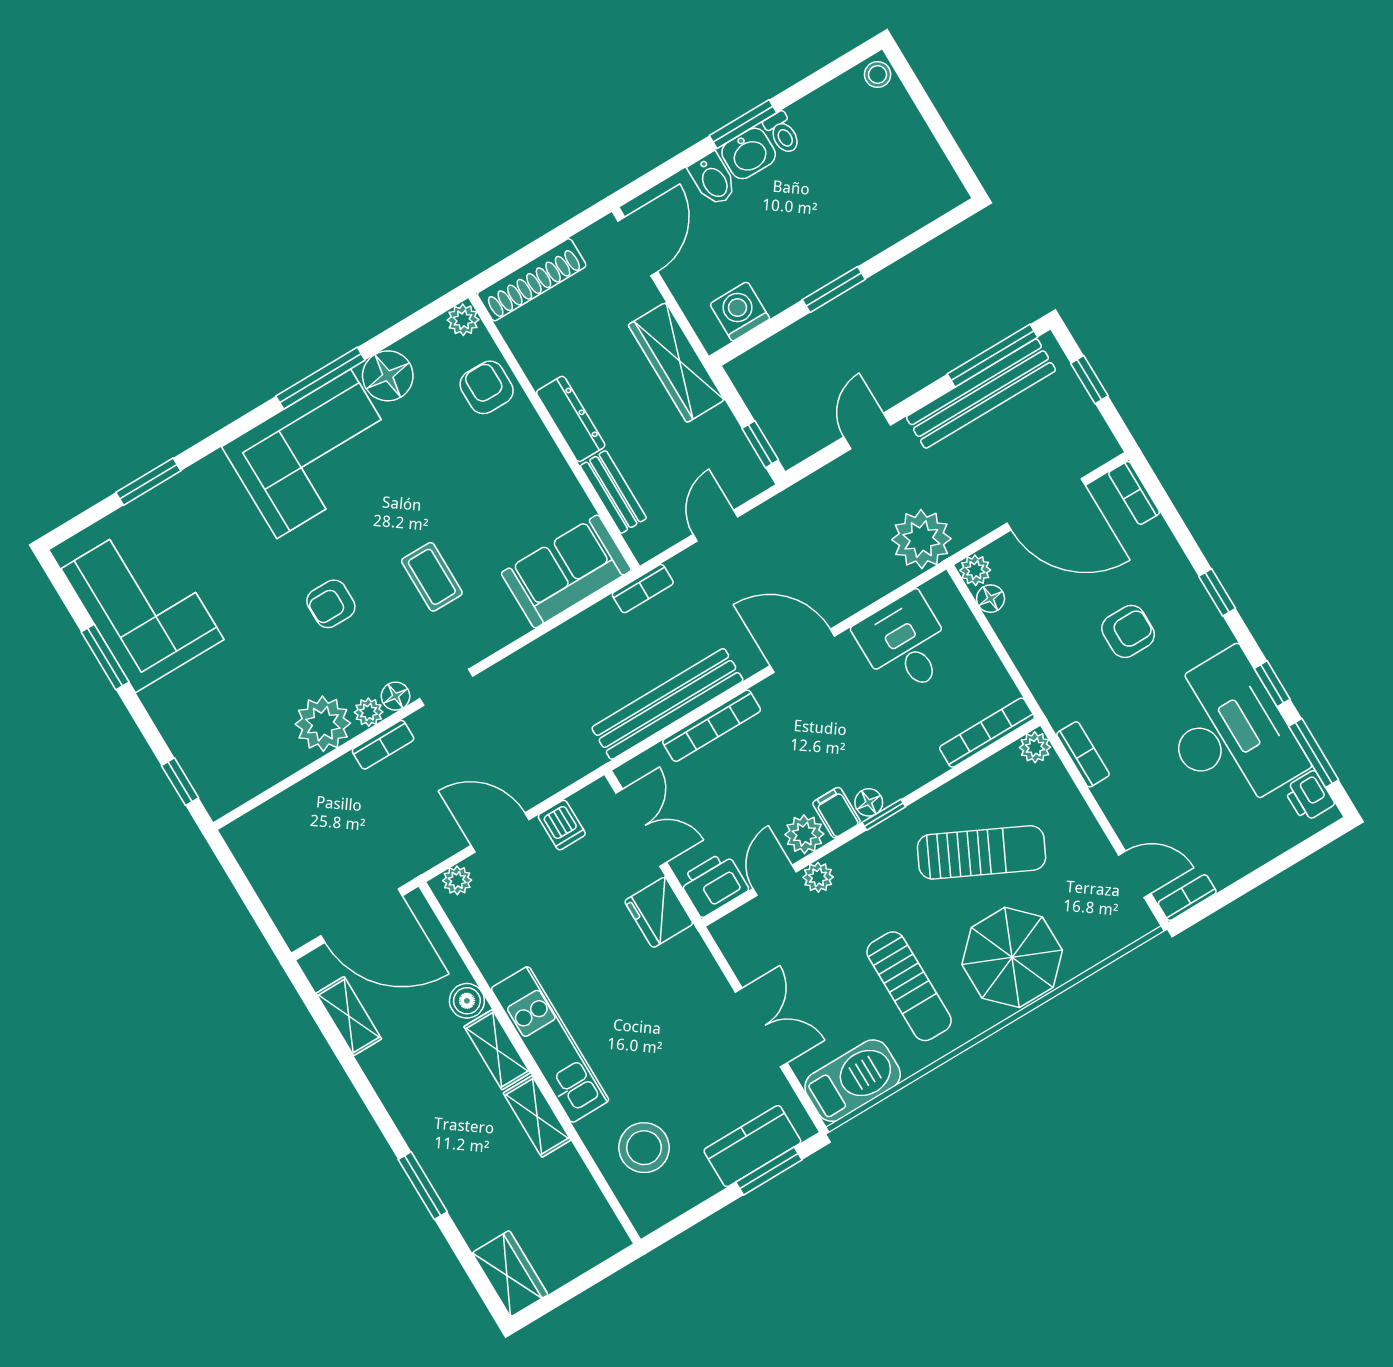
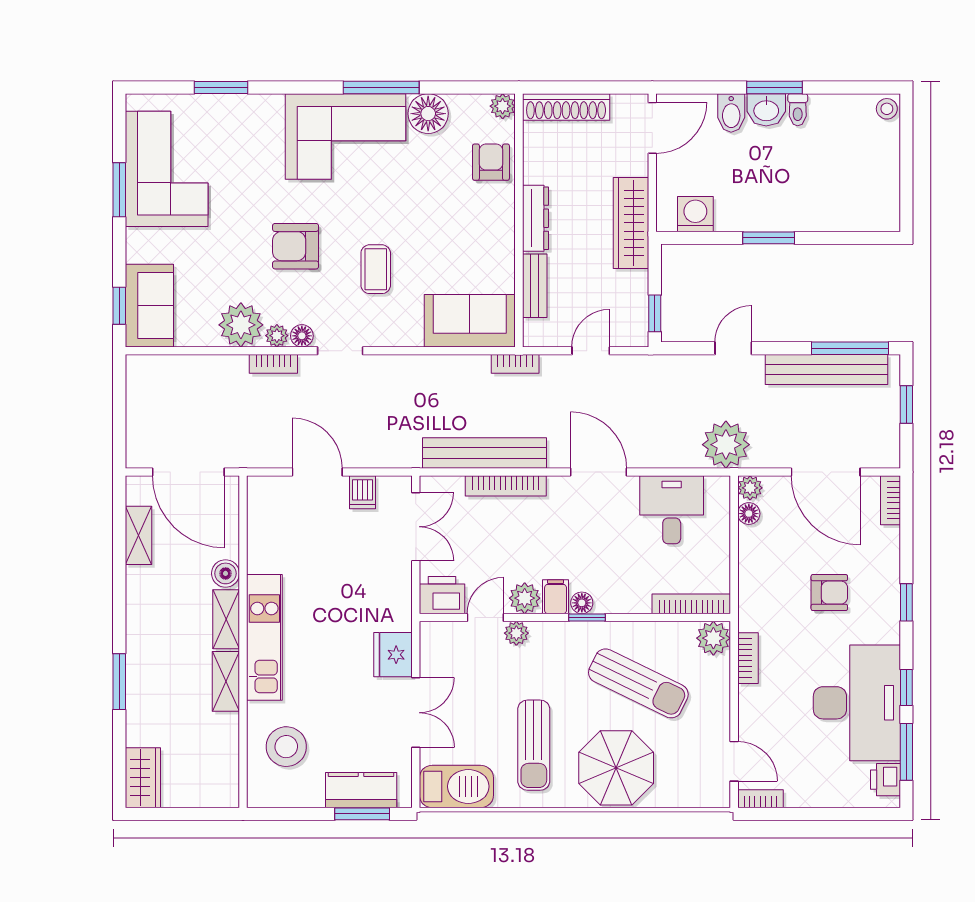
armchair: (331, 604) -> (296, 246), width x1.38, depth x1.38
plant: (1035, 747) -> (713, 638), width x1.38, depth x1.38
sofa: (212, 762) -> (149, 306), added
plant: (457, 880) -> (268, 487), removed
fridge: (659, 912) -> (393, 655), moved

